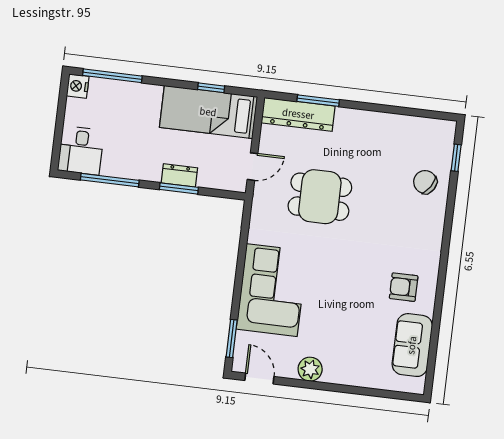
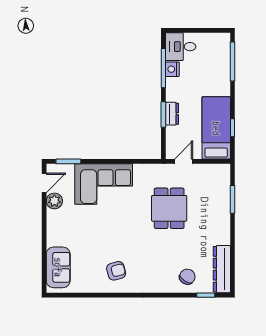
nightstand: (78, 86) -> (172, 69), moved, turned -90
dresser: (298, 114) -> (222, 269), moved
door: (252, 167) -> (184, 161), swing flipped
armchair: (404, 287) -> (116, 271), turned 75
sofa: (412, 345) -> (58, 267), moved, turned 90
plant: (310, 369) -> (54, 201), moved

